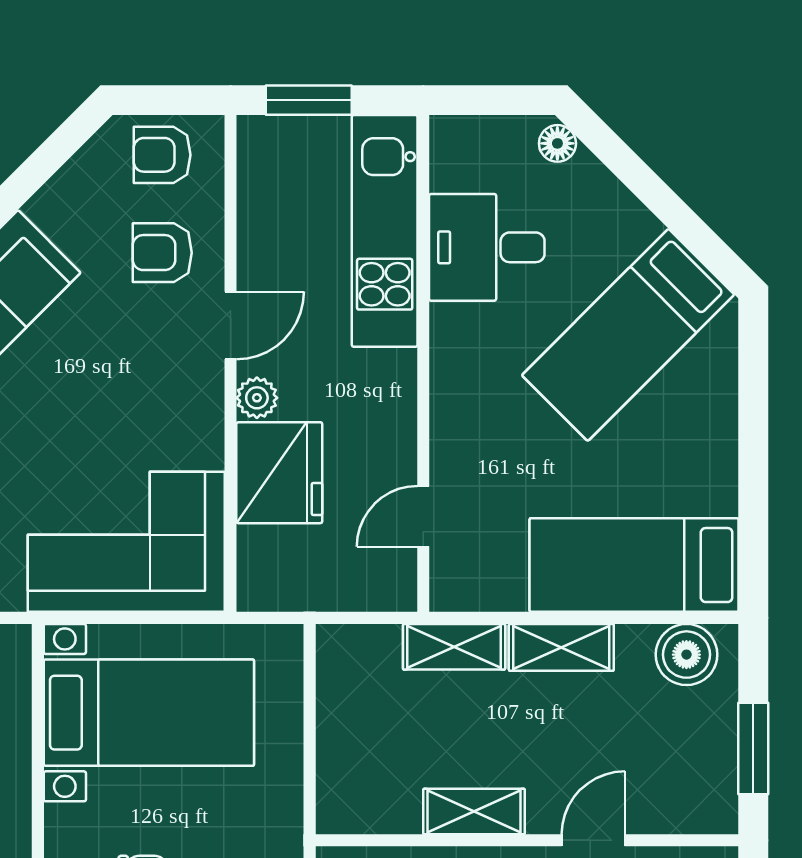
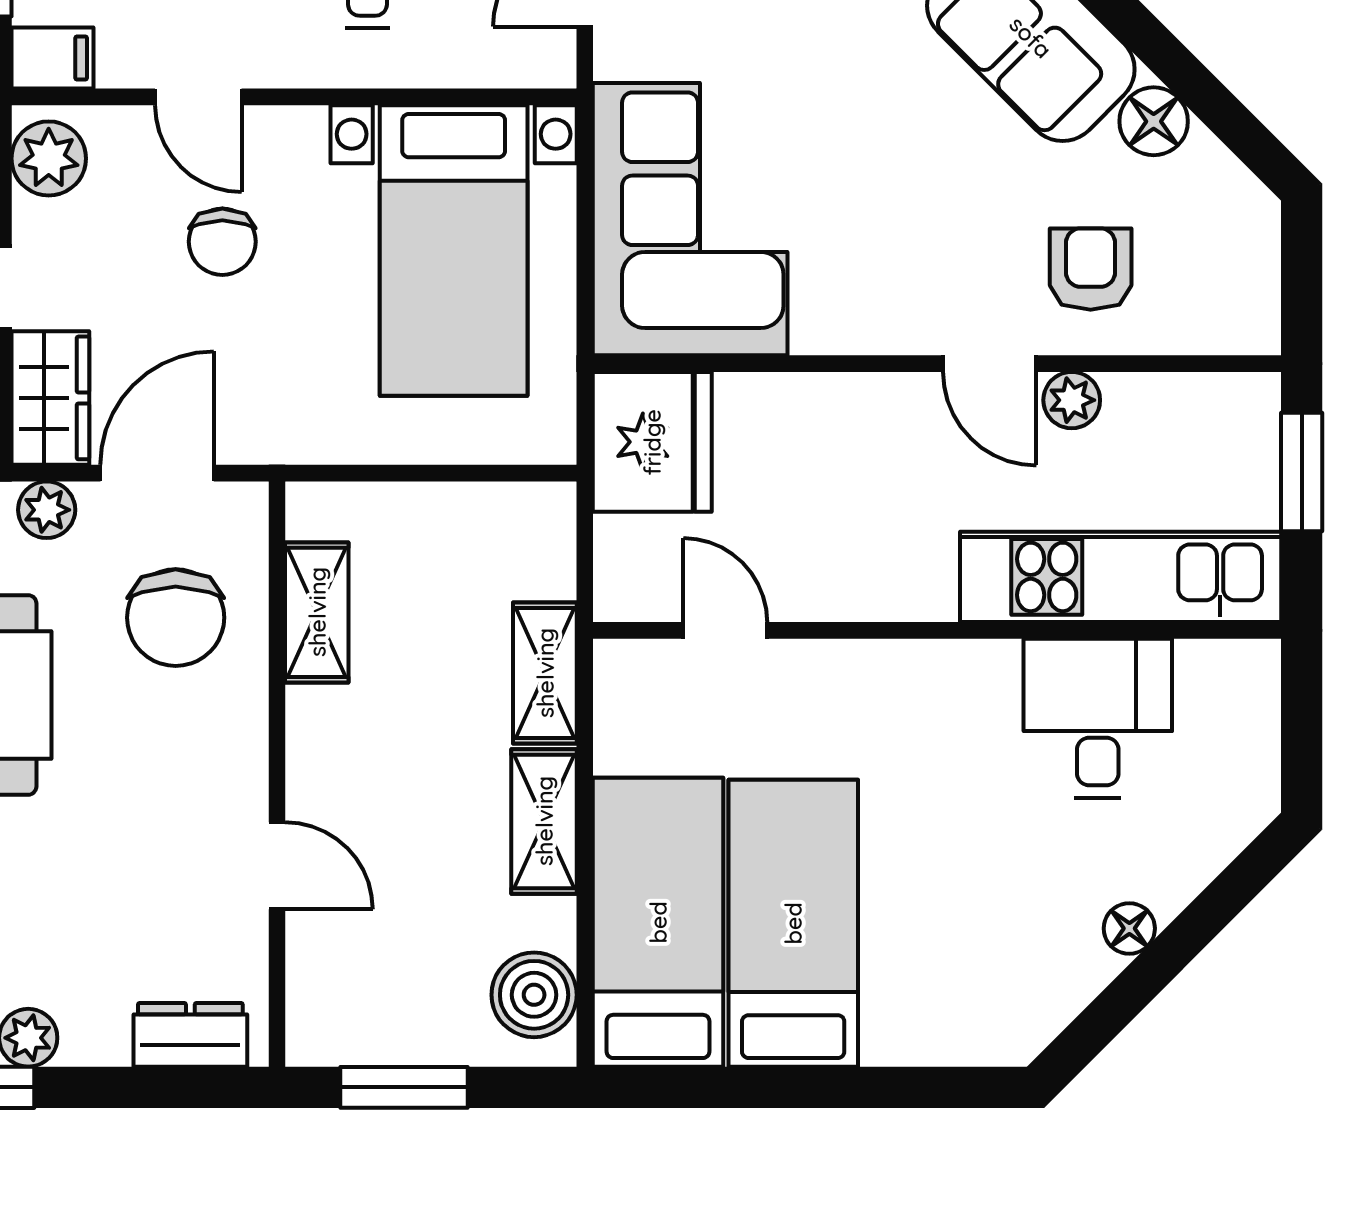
floor lamp: (557, 143) -> (1129, 928), moved
armchair: (162, 155) -> (1226, 269), removed
floor lamp: (56, 207) -> (1154, 121), added
bed: (628, 335) -> (793, 923), moved, turned 45
plant: (257, 398) -> (1072, 400), moved
fridge: (279, 473) -> (652, 442), moved, turned -90
shelving: (474, 812) -> (317, 612), moved

